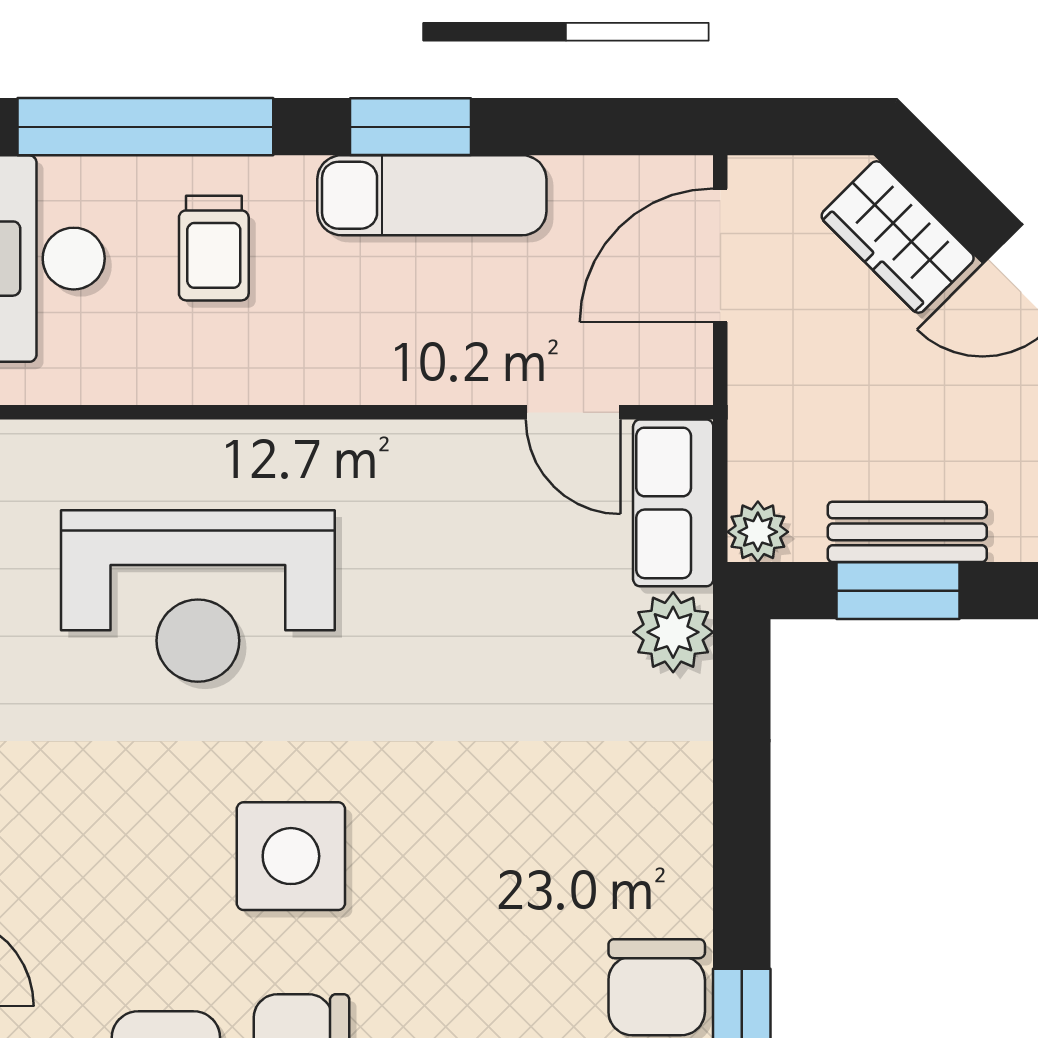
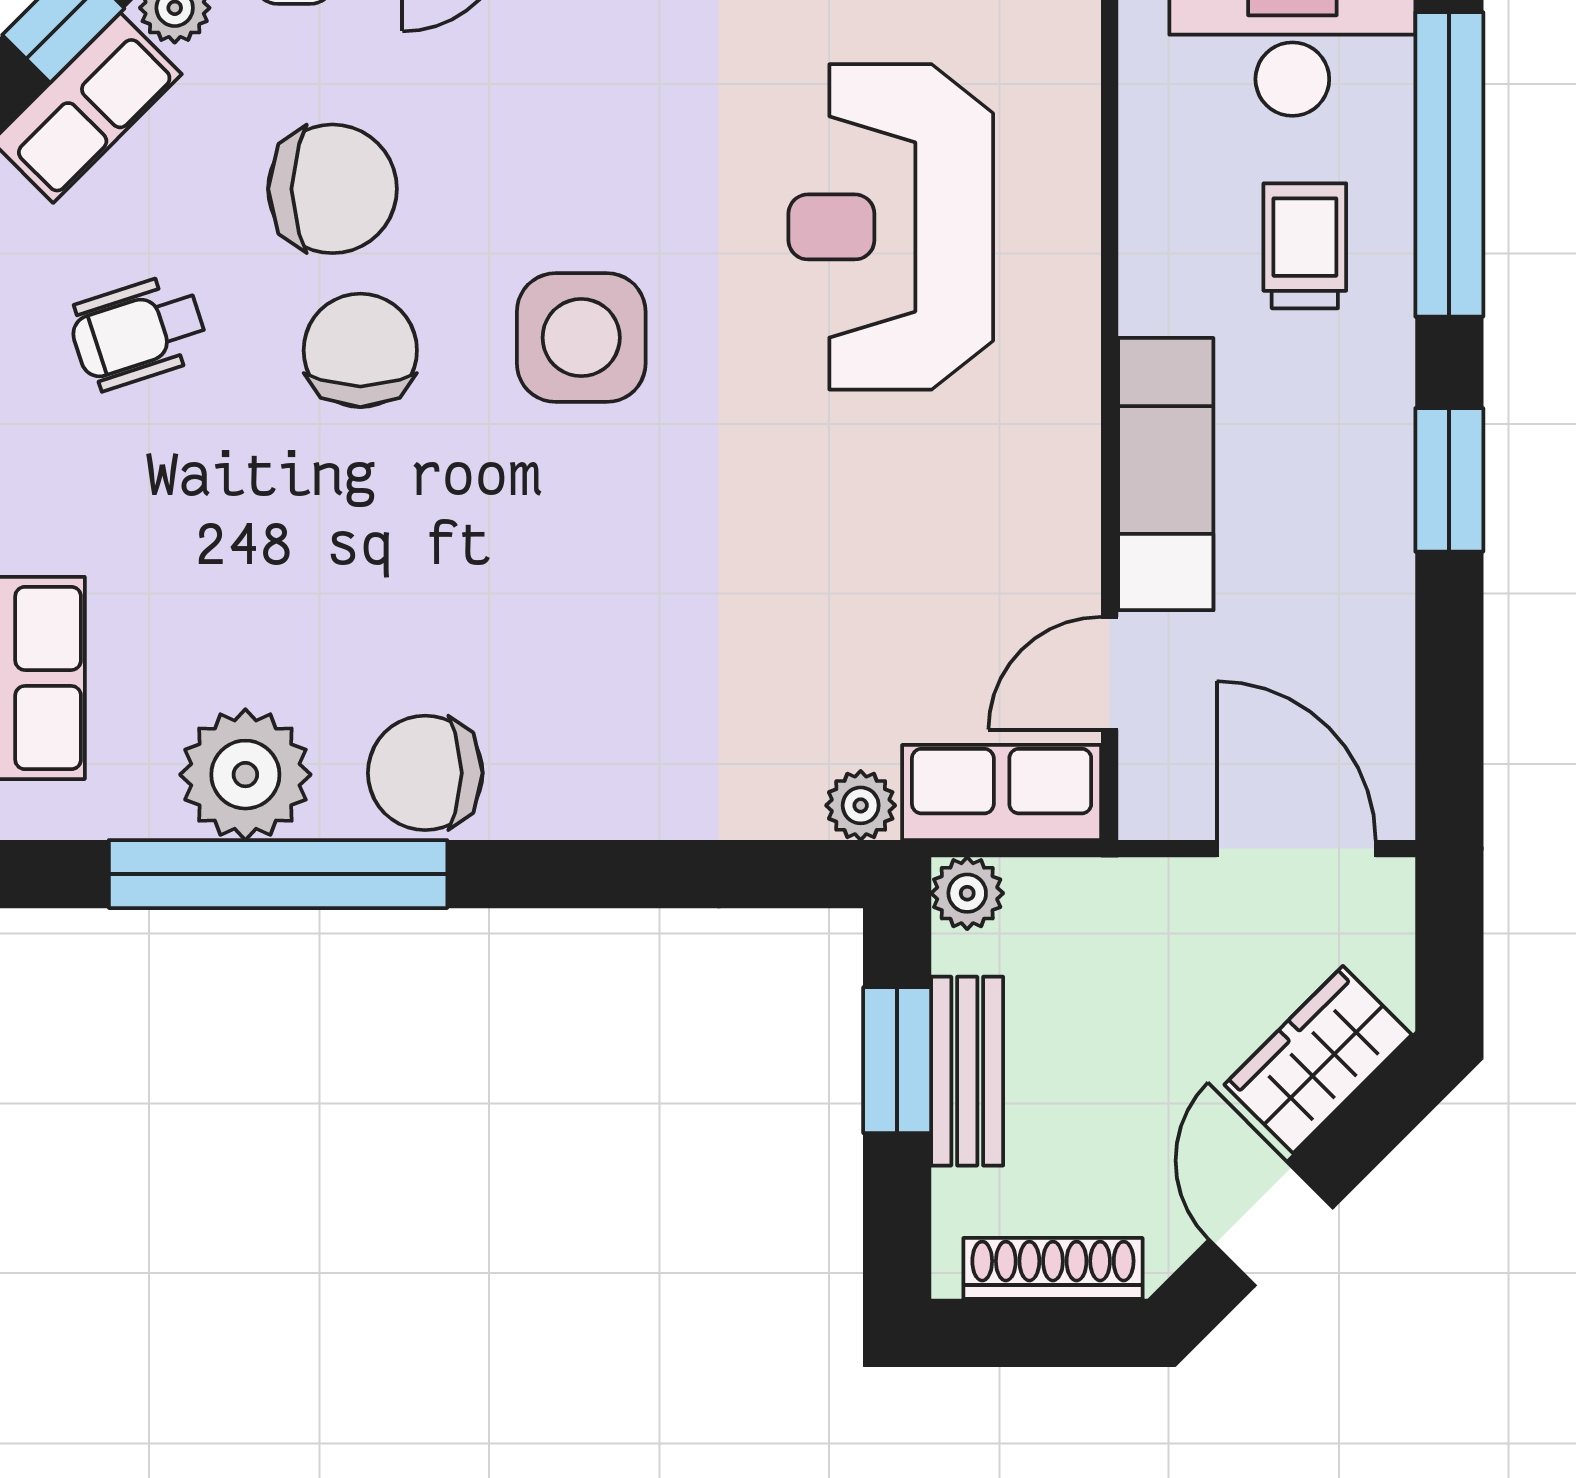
exam couch: (432, 195) -> (1166, 474), moved, turned 180
trolley: (214, 248) -> (1305, 246), turned 90
plant: (673, 632) -> (861, 805), width x0.73, depth x0.73

